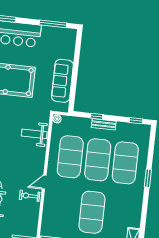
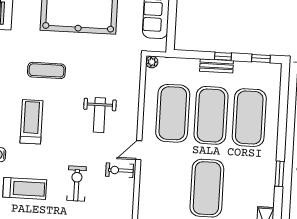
window: (97, 116) -> (223, 56), moved
weight bench: (34, 134) -> (99, 115), moved, turned -90
window: (148, 178) -> (280, 174), moved

